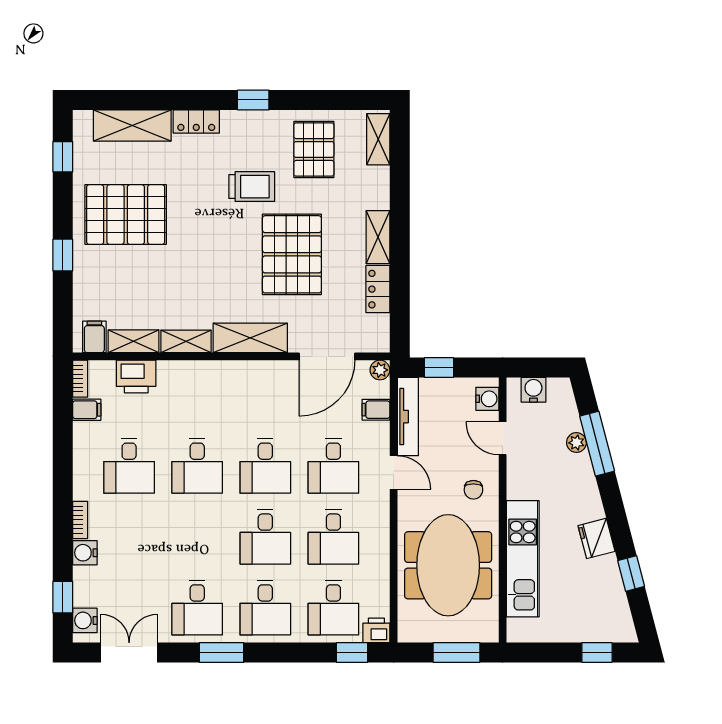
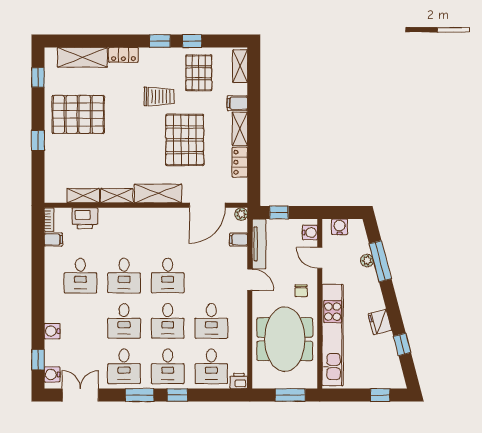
window: (303, 100) -> (192, 41), added
filing cabinet: (94, 337) -> (237, 103), moved, turned -90
desk: (333, 466) -> (124, 321), moved
bookcase: (80, 520) -> (49, 310), removed
kitchen unit: (523, 559) -> (333, 335), width x1.36
window: (352, 652) -> (177, 395), moved

